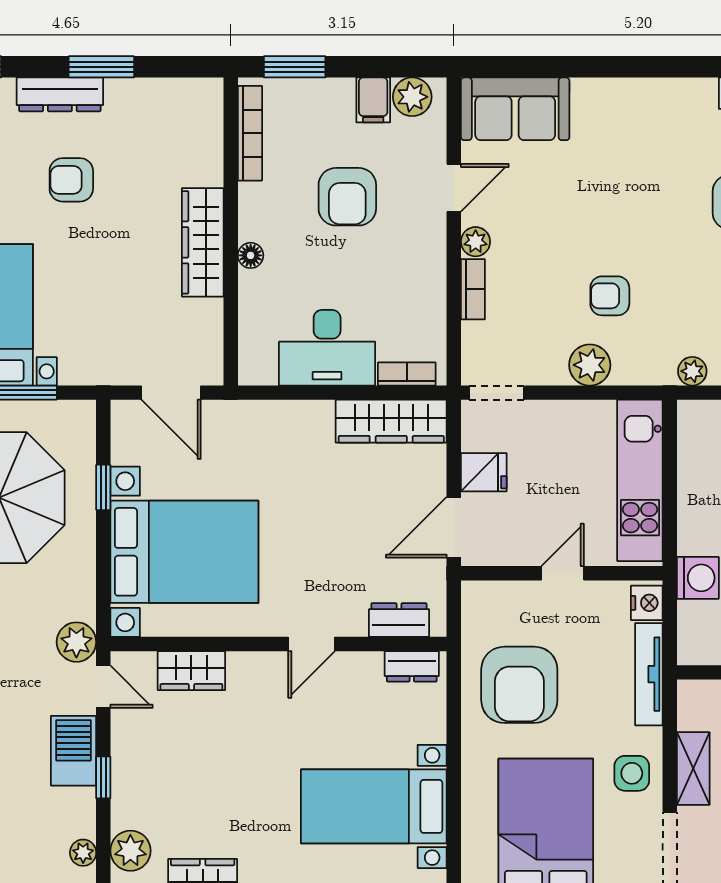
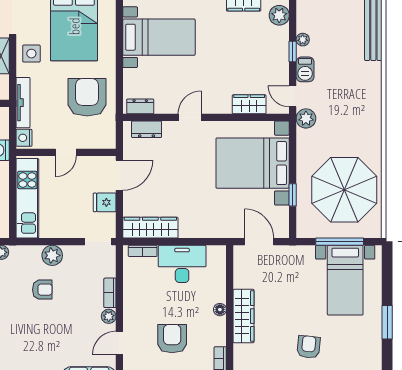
armchair: (71, 180) -> (309, 347), turned -84
barbecue: (73, 751) -> (305, 69), width x0.73, depth x0.79
plant: (83, 853) -> (303, 40), moved

